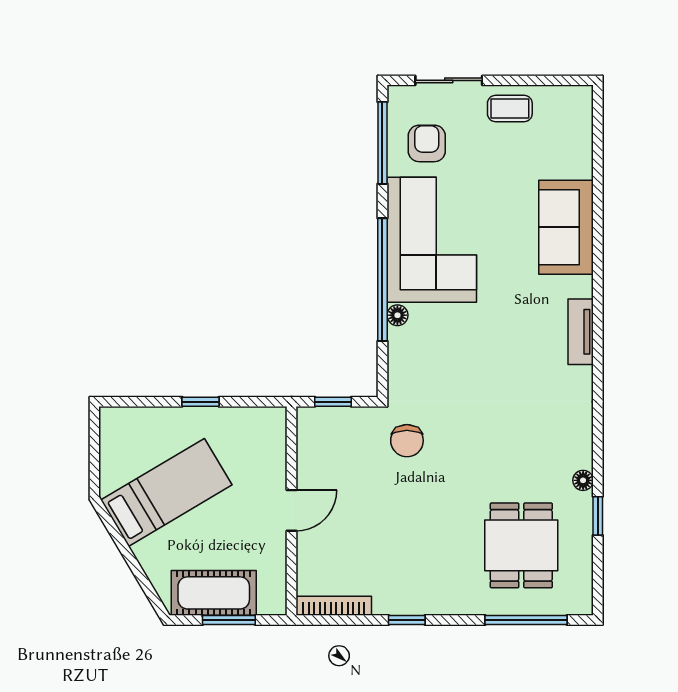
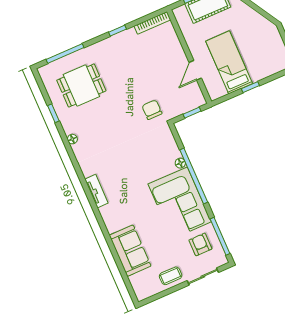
armchair: (427, 143) -> (200, 244), turned 180
sofa: (566, 227) -> (130, 251), moved
floor lamp: (583, 480) -> (72, 139), moved
bed: (166, 492) -> (229, 62), moved, turned 121
door: (292, 510) -> (195, 70), moved
dining table: (521, 545) -> (81, 86), turned 90

